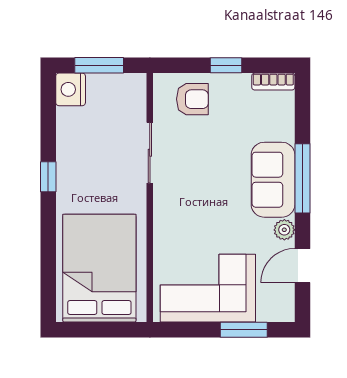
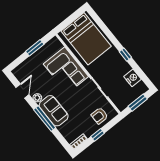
nightstand: (71, 89) -> (133, 78), moved
corner sofa: (208, 288) -> (66, 70), moved, turned 90
window: (244, 330) -> (35, 48), moved

